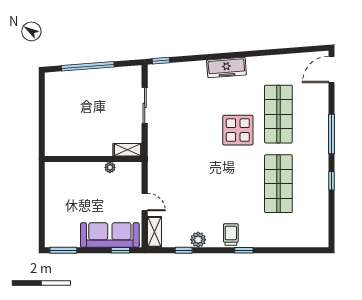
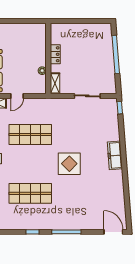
shop shelf: (278, 114) -> (30, 134), moved
locker: (87, 149) -> (55, 54), added

